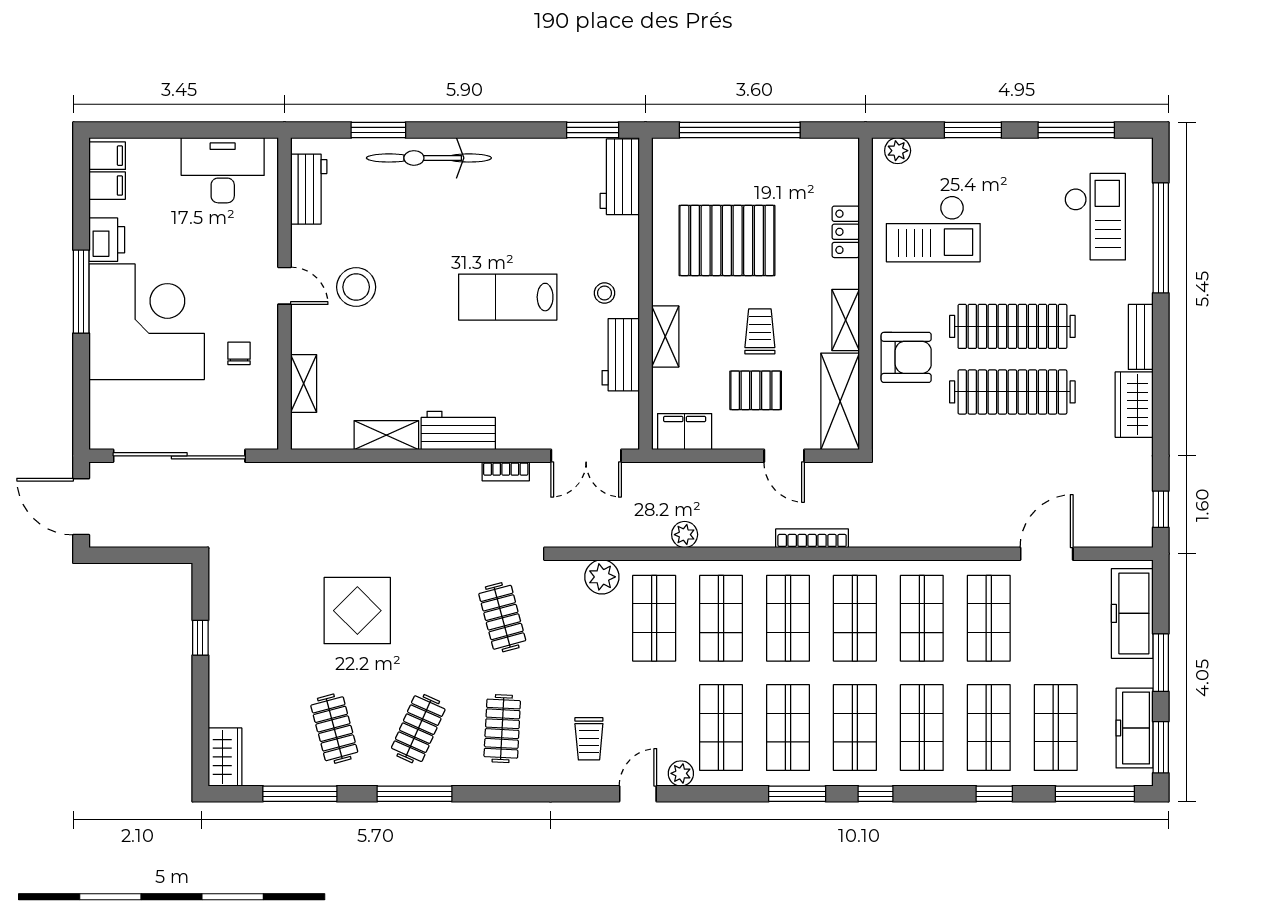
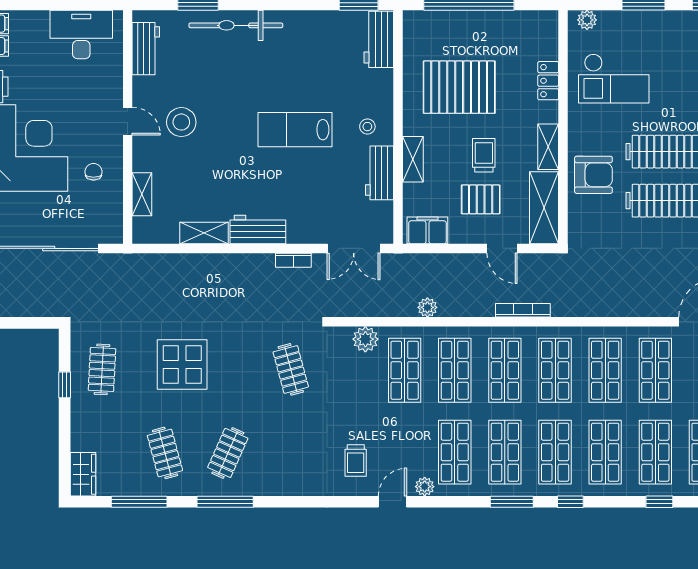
clothes rail: (502, 729) -> (102, 369), moved

